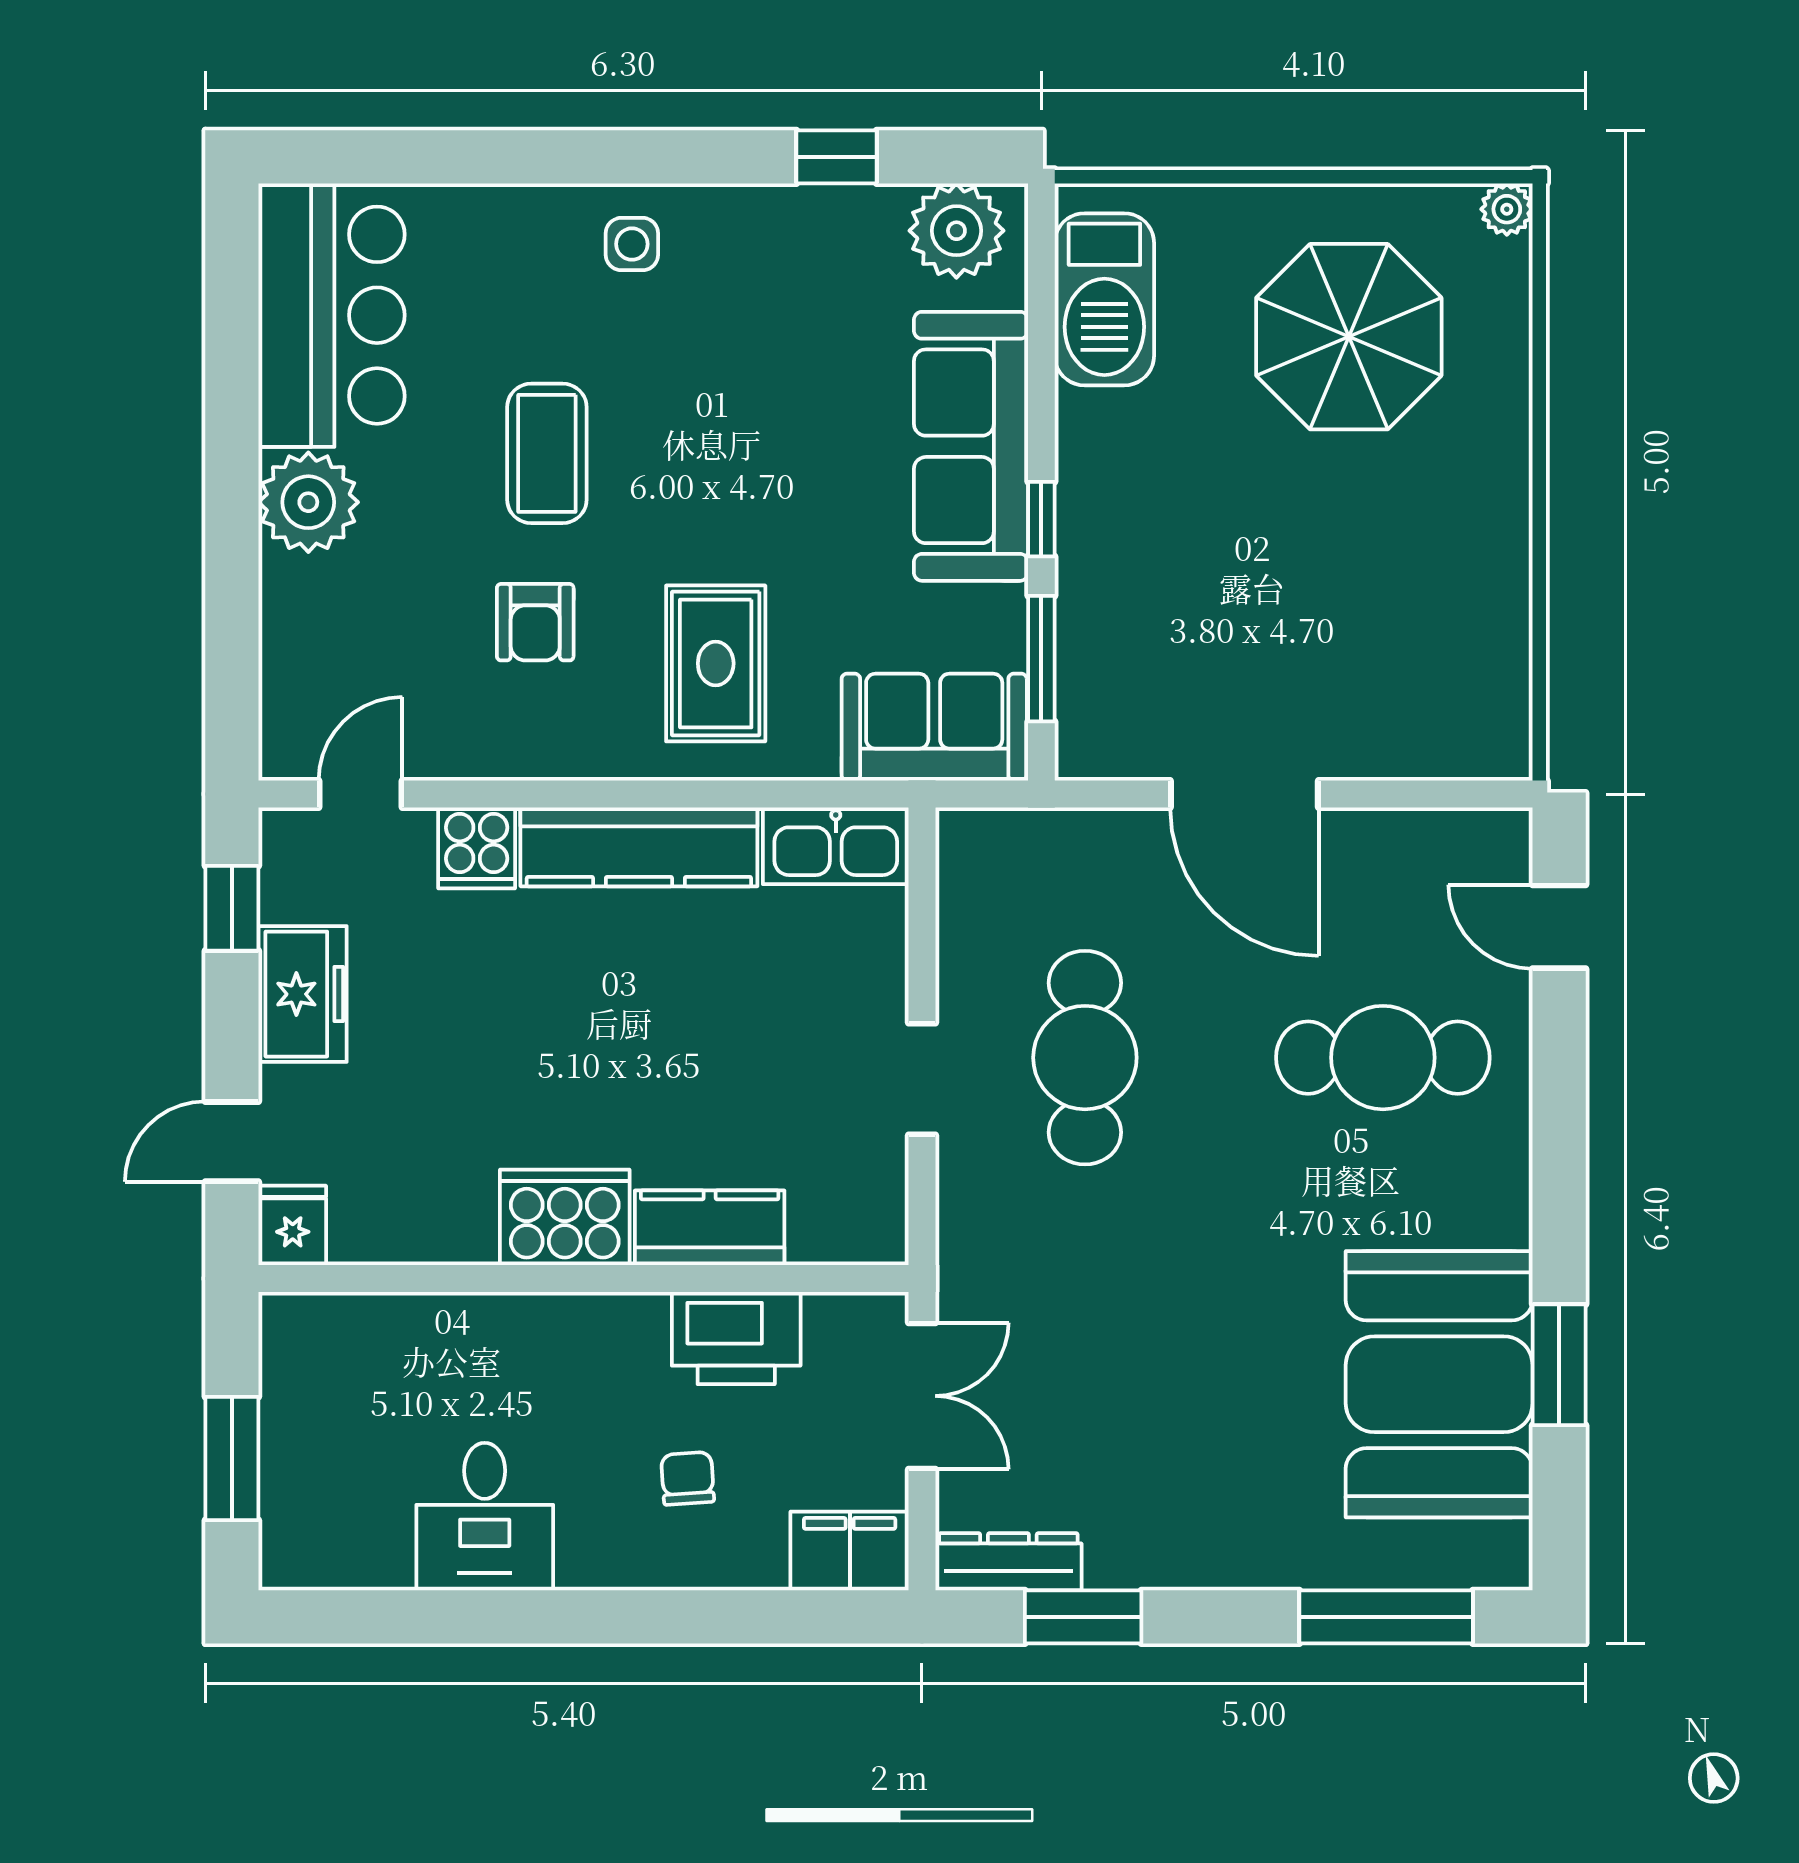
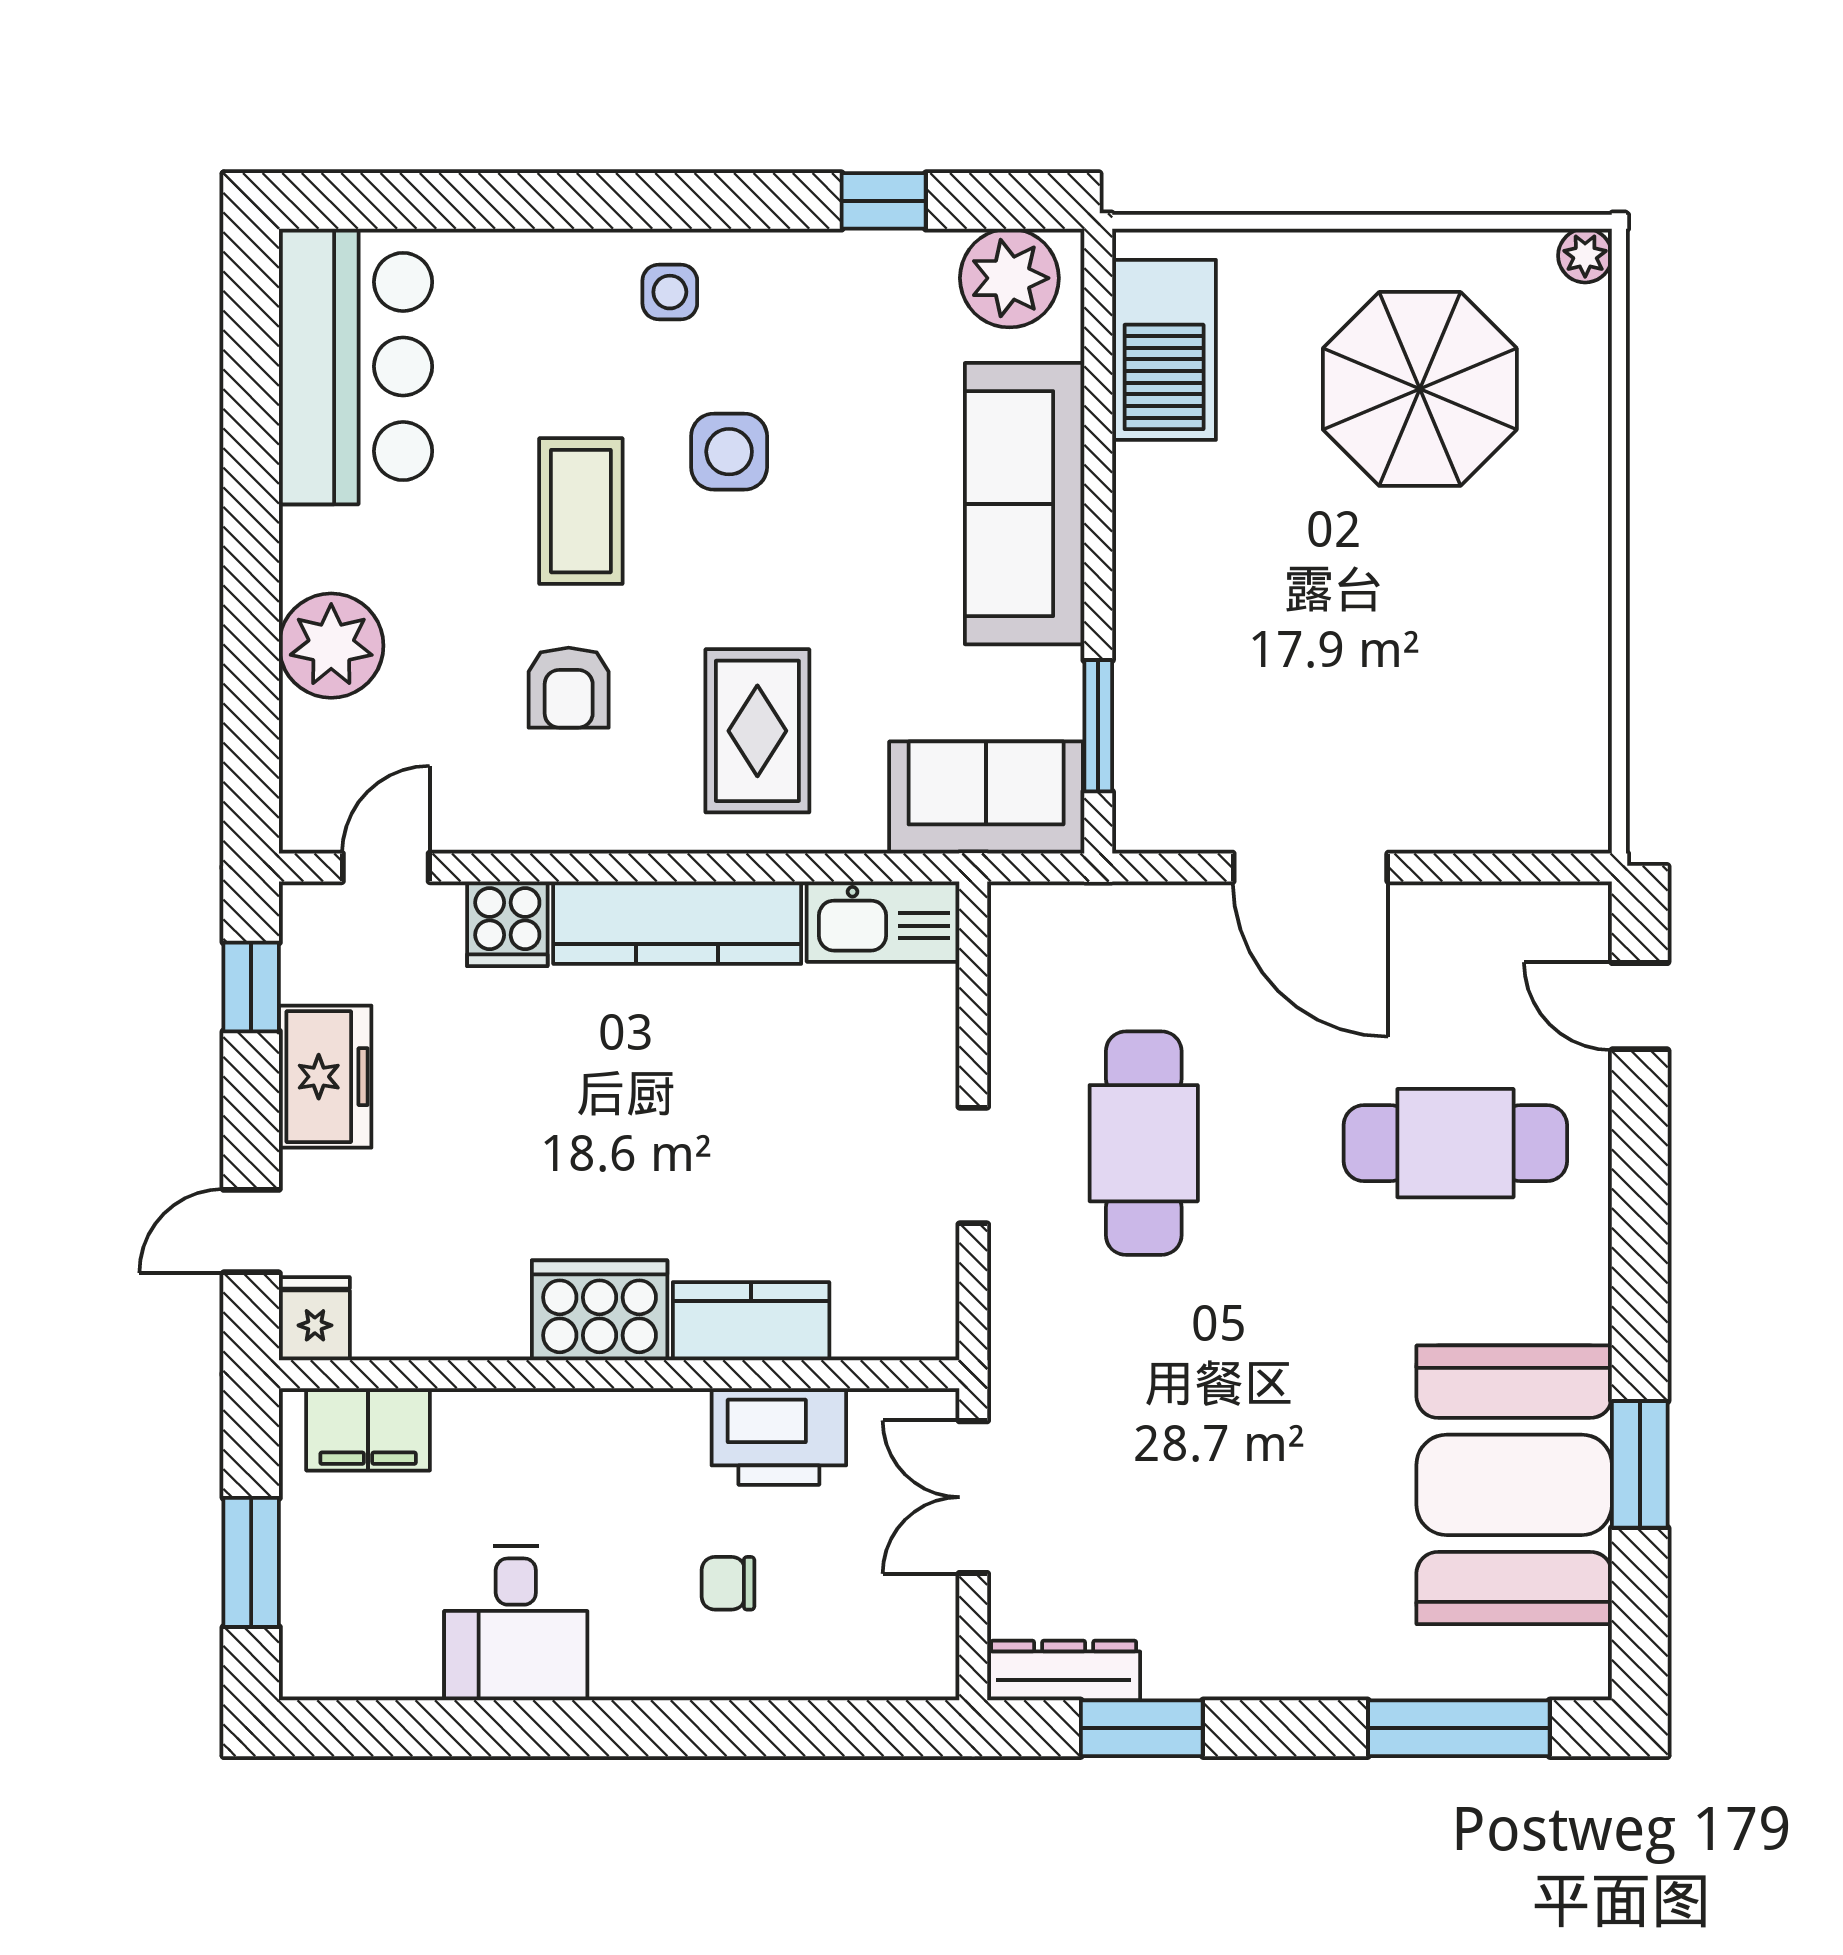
side table: (689, 397) -> (729, 452), added
plant: (308, 502) -> (331, 646), moved
window: (1041, 519) -> (1098, 580), removed
double door: (922, 1396) -> (973, 1497), swing flipped
chair: (688, 1478) -> (728, 1583), turned -86
filing cabinet: (850, 1551) -> (368, 1429), moved, turned 180

